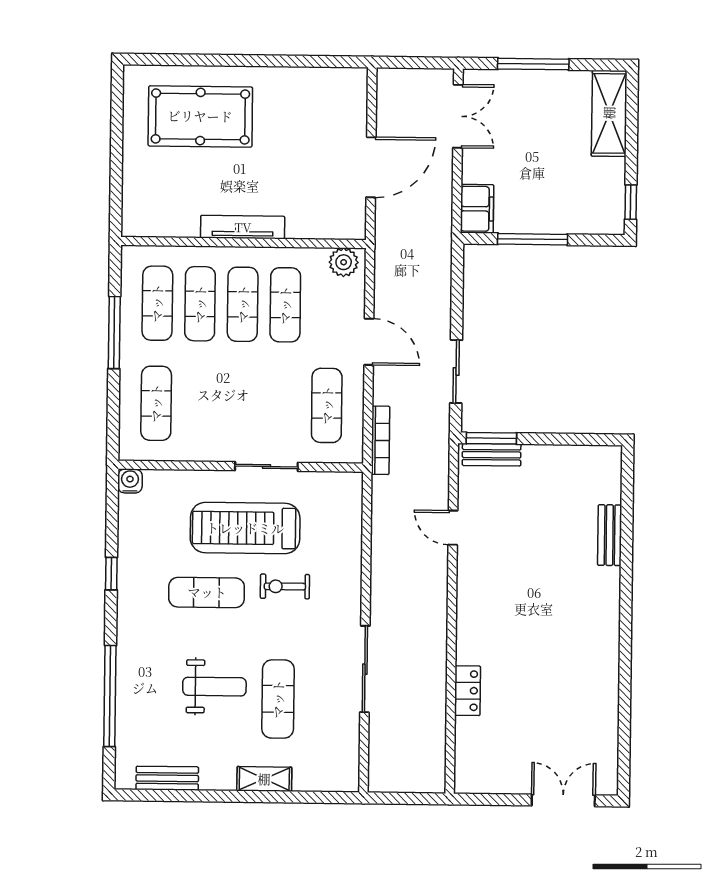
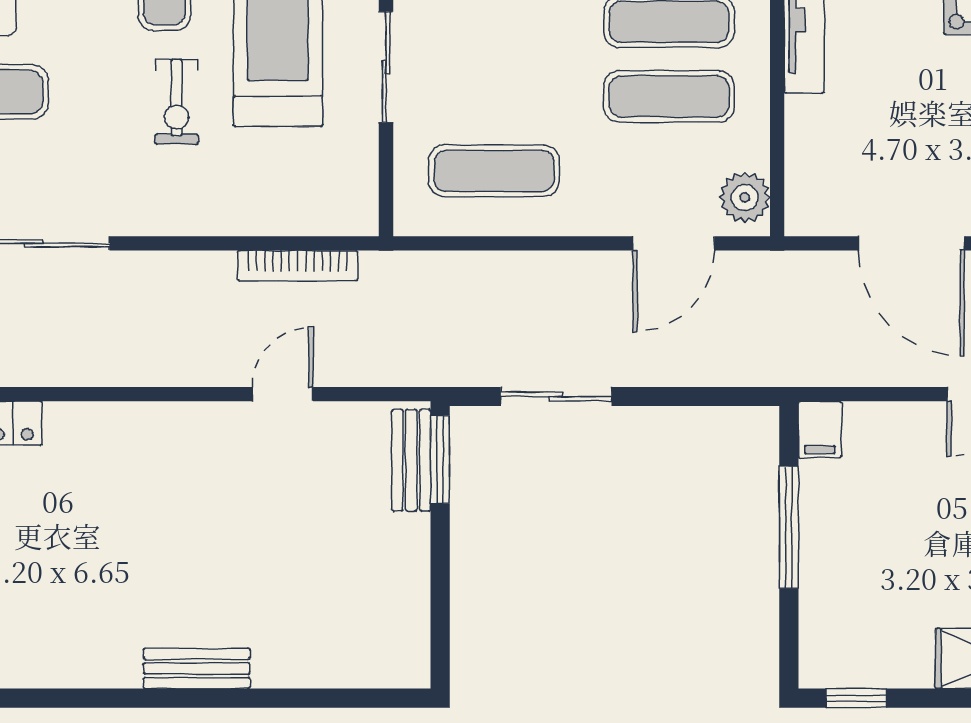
filing cabinet: (477, 209) -> (820, 430), width x0.50
door: (369, 342) -> (674, 243), moved
bookcase: (380, 440) -> (297, 266), moved
bench: (610, 535) -> (197, 668), moved
exercise bike: (285, 586) -> (177, 102), turned 180

